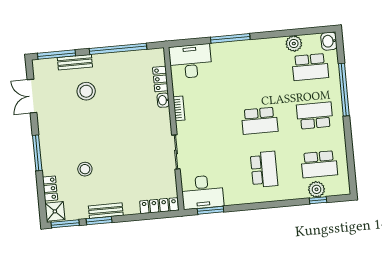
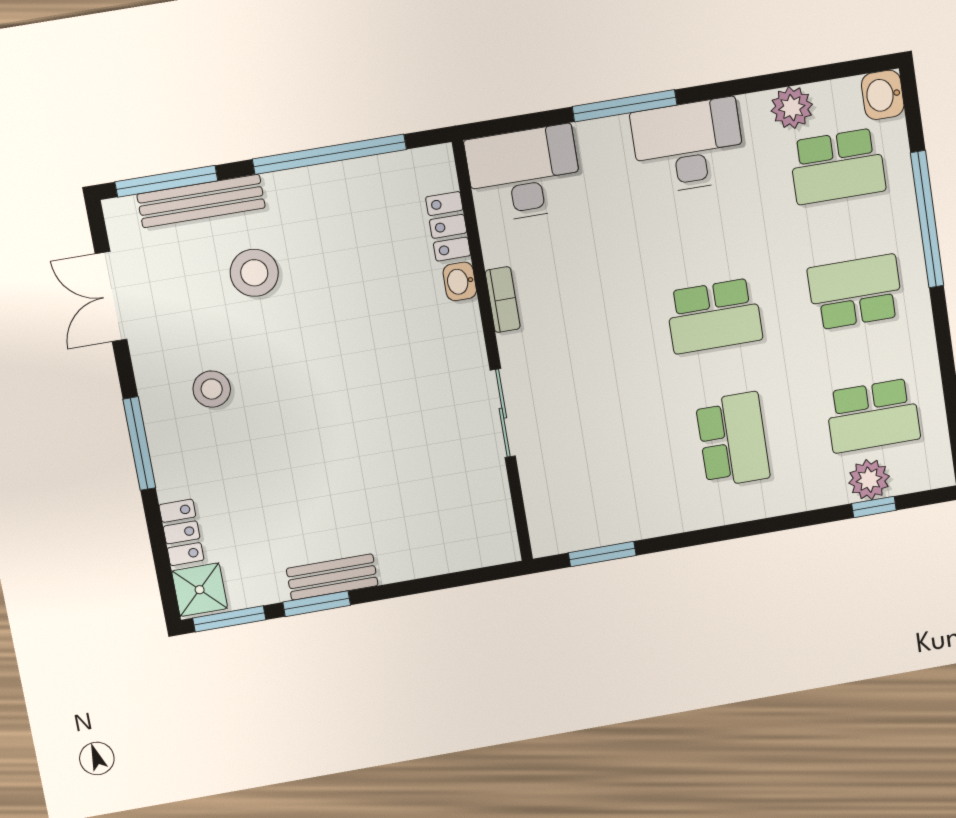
bench: (75, 62) -> (201, 201), width x1.36
stool: (85, 169) -> (212, 389), moved
desk: (202, 192) -> (688, 146), moved, turned 180
locker: (159, 206) -> (469, 553), removed

